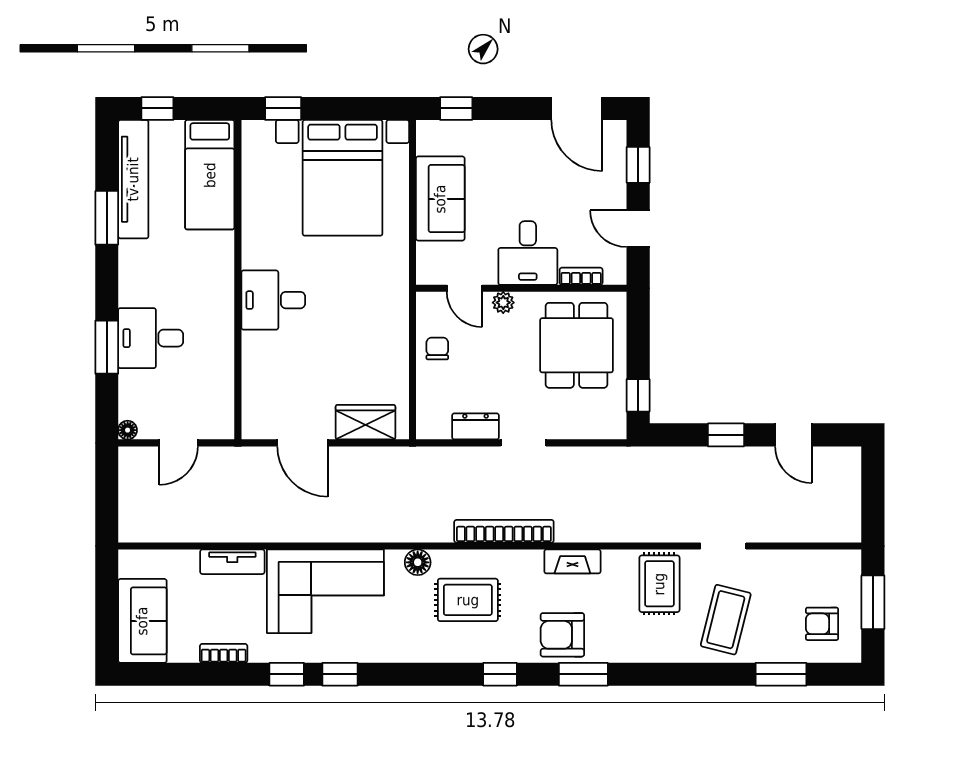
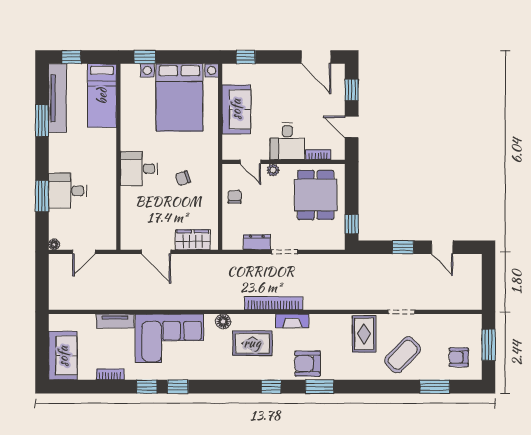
chair: (349, 317) -> (183, 178), added
fireplace: (572, 561) -> (292, 321), moved
coffee table: (726, 620) -> (403, 355), turned 30

